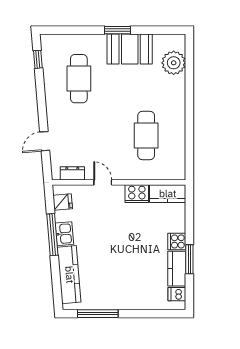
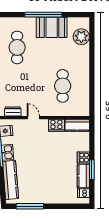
window: (117, 30) -> (43, 15), width x2.11

